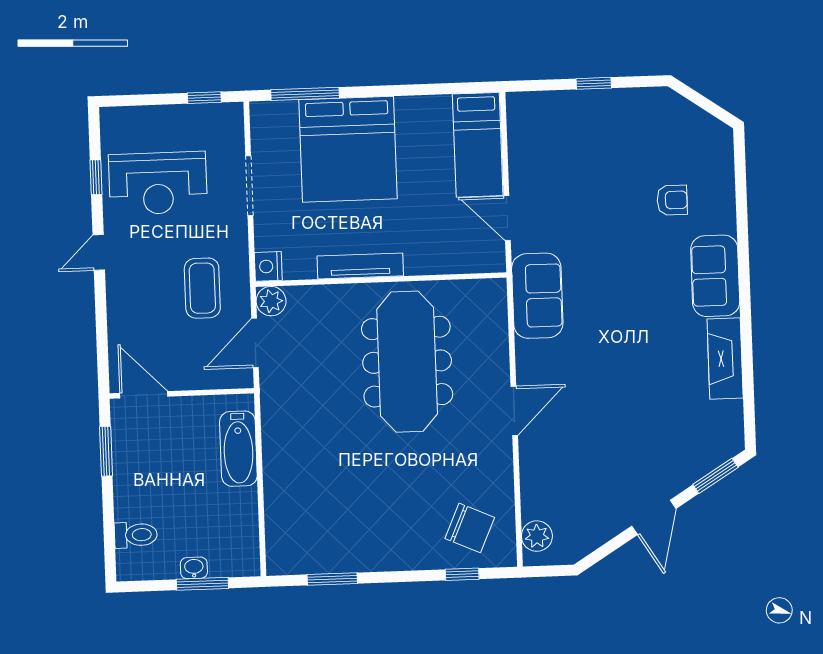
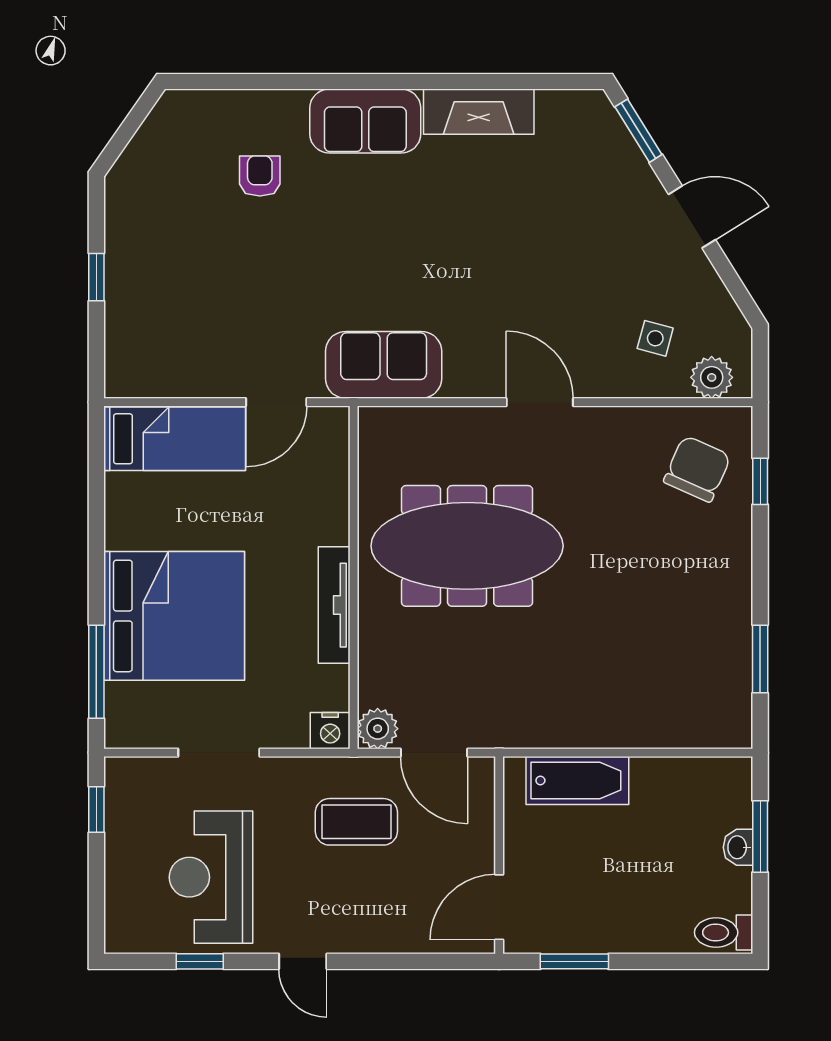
reception desk: (158, 183) -> (211, 877), turned 180
side table: (564, 494) -> (655, 338), added
toilet: (136, 535) -> (724, 932), moved, turned -90

